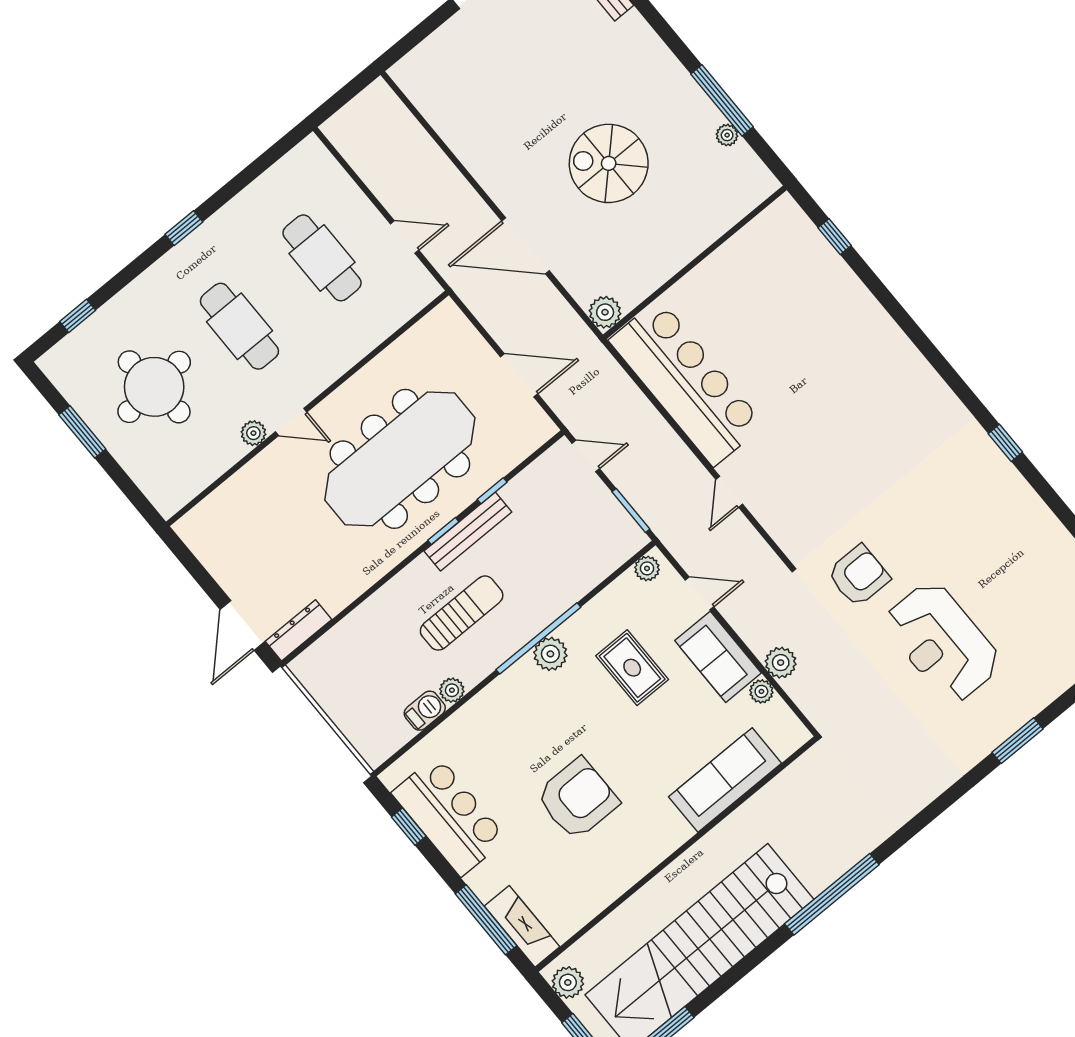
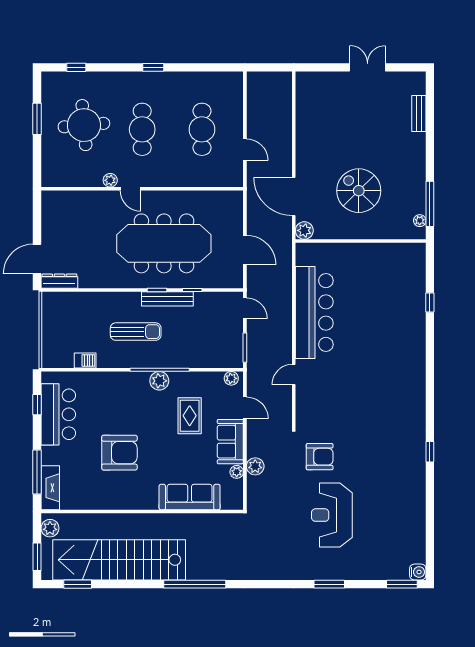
wall: (695, 262) -> (361, 241), moved
plant: (605, 312) -> (304, 230), moved
plant: (452, 690) -> (104, 361), removed

